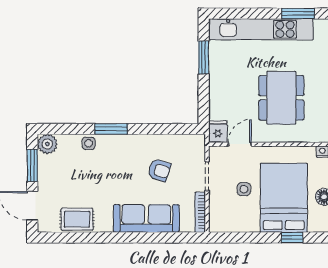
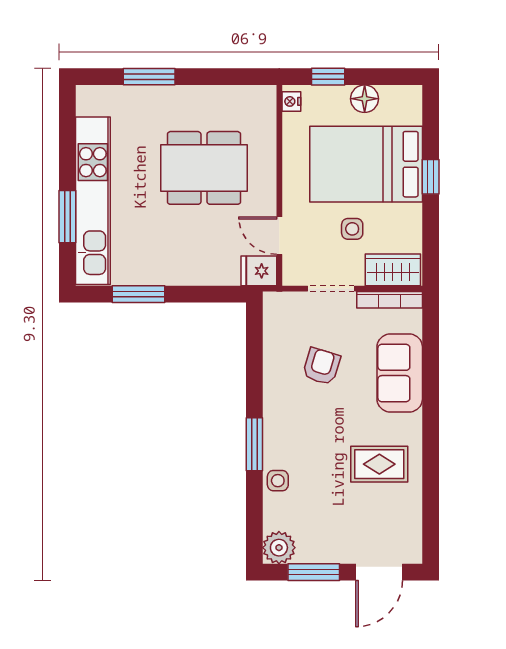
window: (298, 14) -> (67, 217), moved
wardrobe: (219, 214) -> (393, 270), added
sofa: (146, 218) -> (400, 373), width x0.73
rug: (77, 219) -> (379, 464), moved, turned 90
window: (292, 238) -> (431, 177), moved

